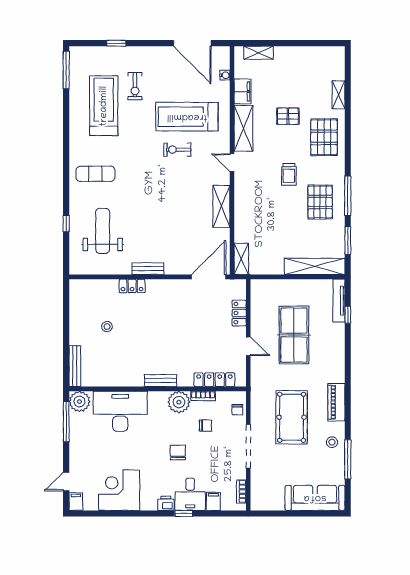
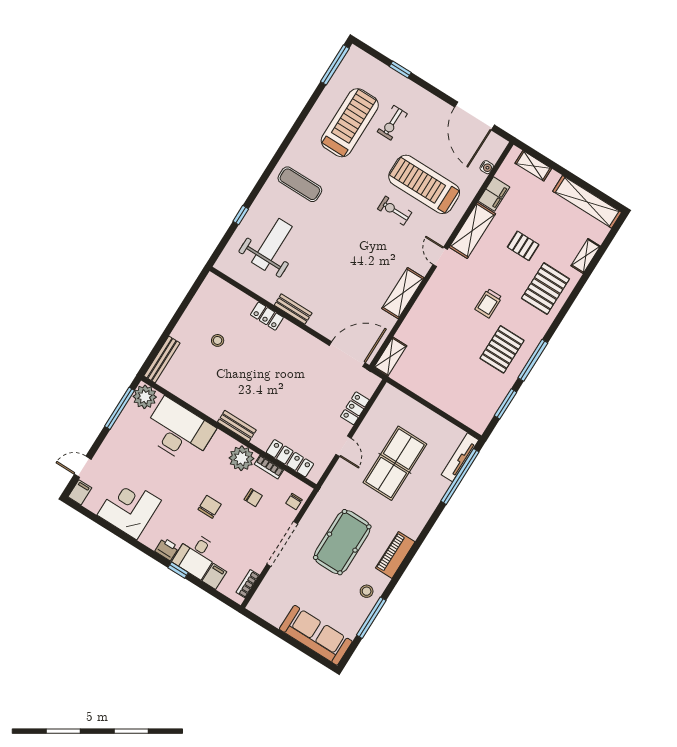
shelving: (315, 266) -> (587, 202), moved
window: (348, 315) -> (460, 477), width x3.17

